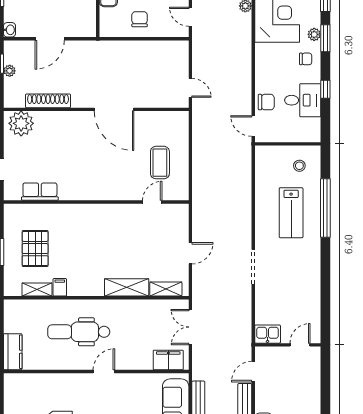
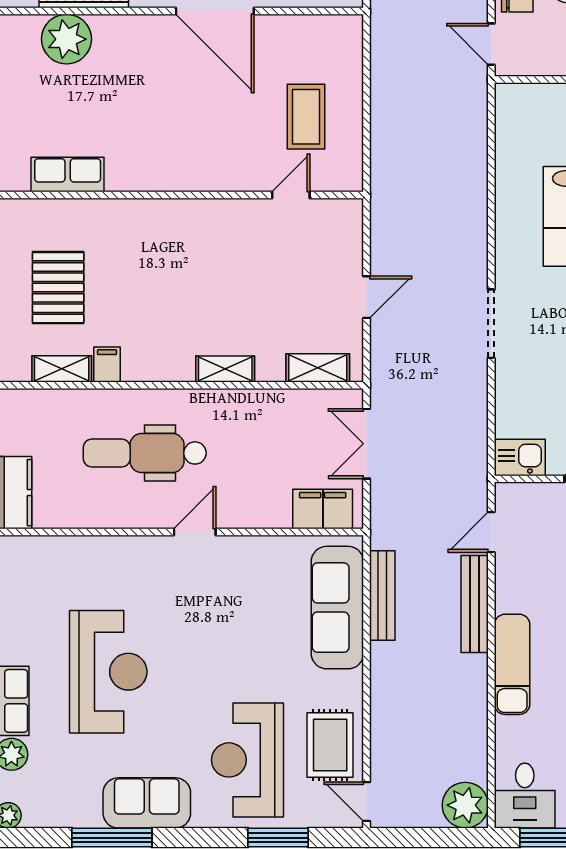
plant: (21, 123) -> (66, 39), moved
shelving: (127, 287) -> (225, 369), width x0.67, depth x0.75

